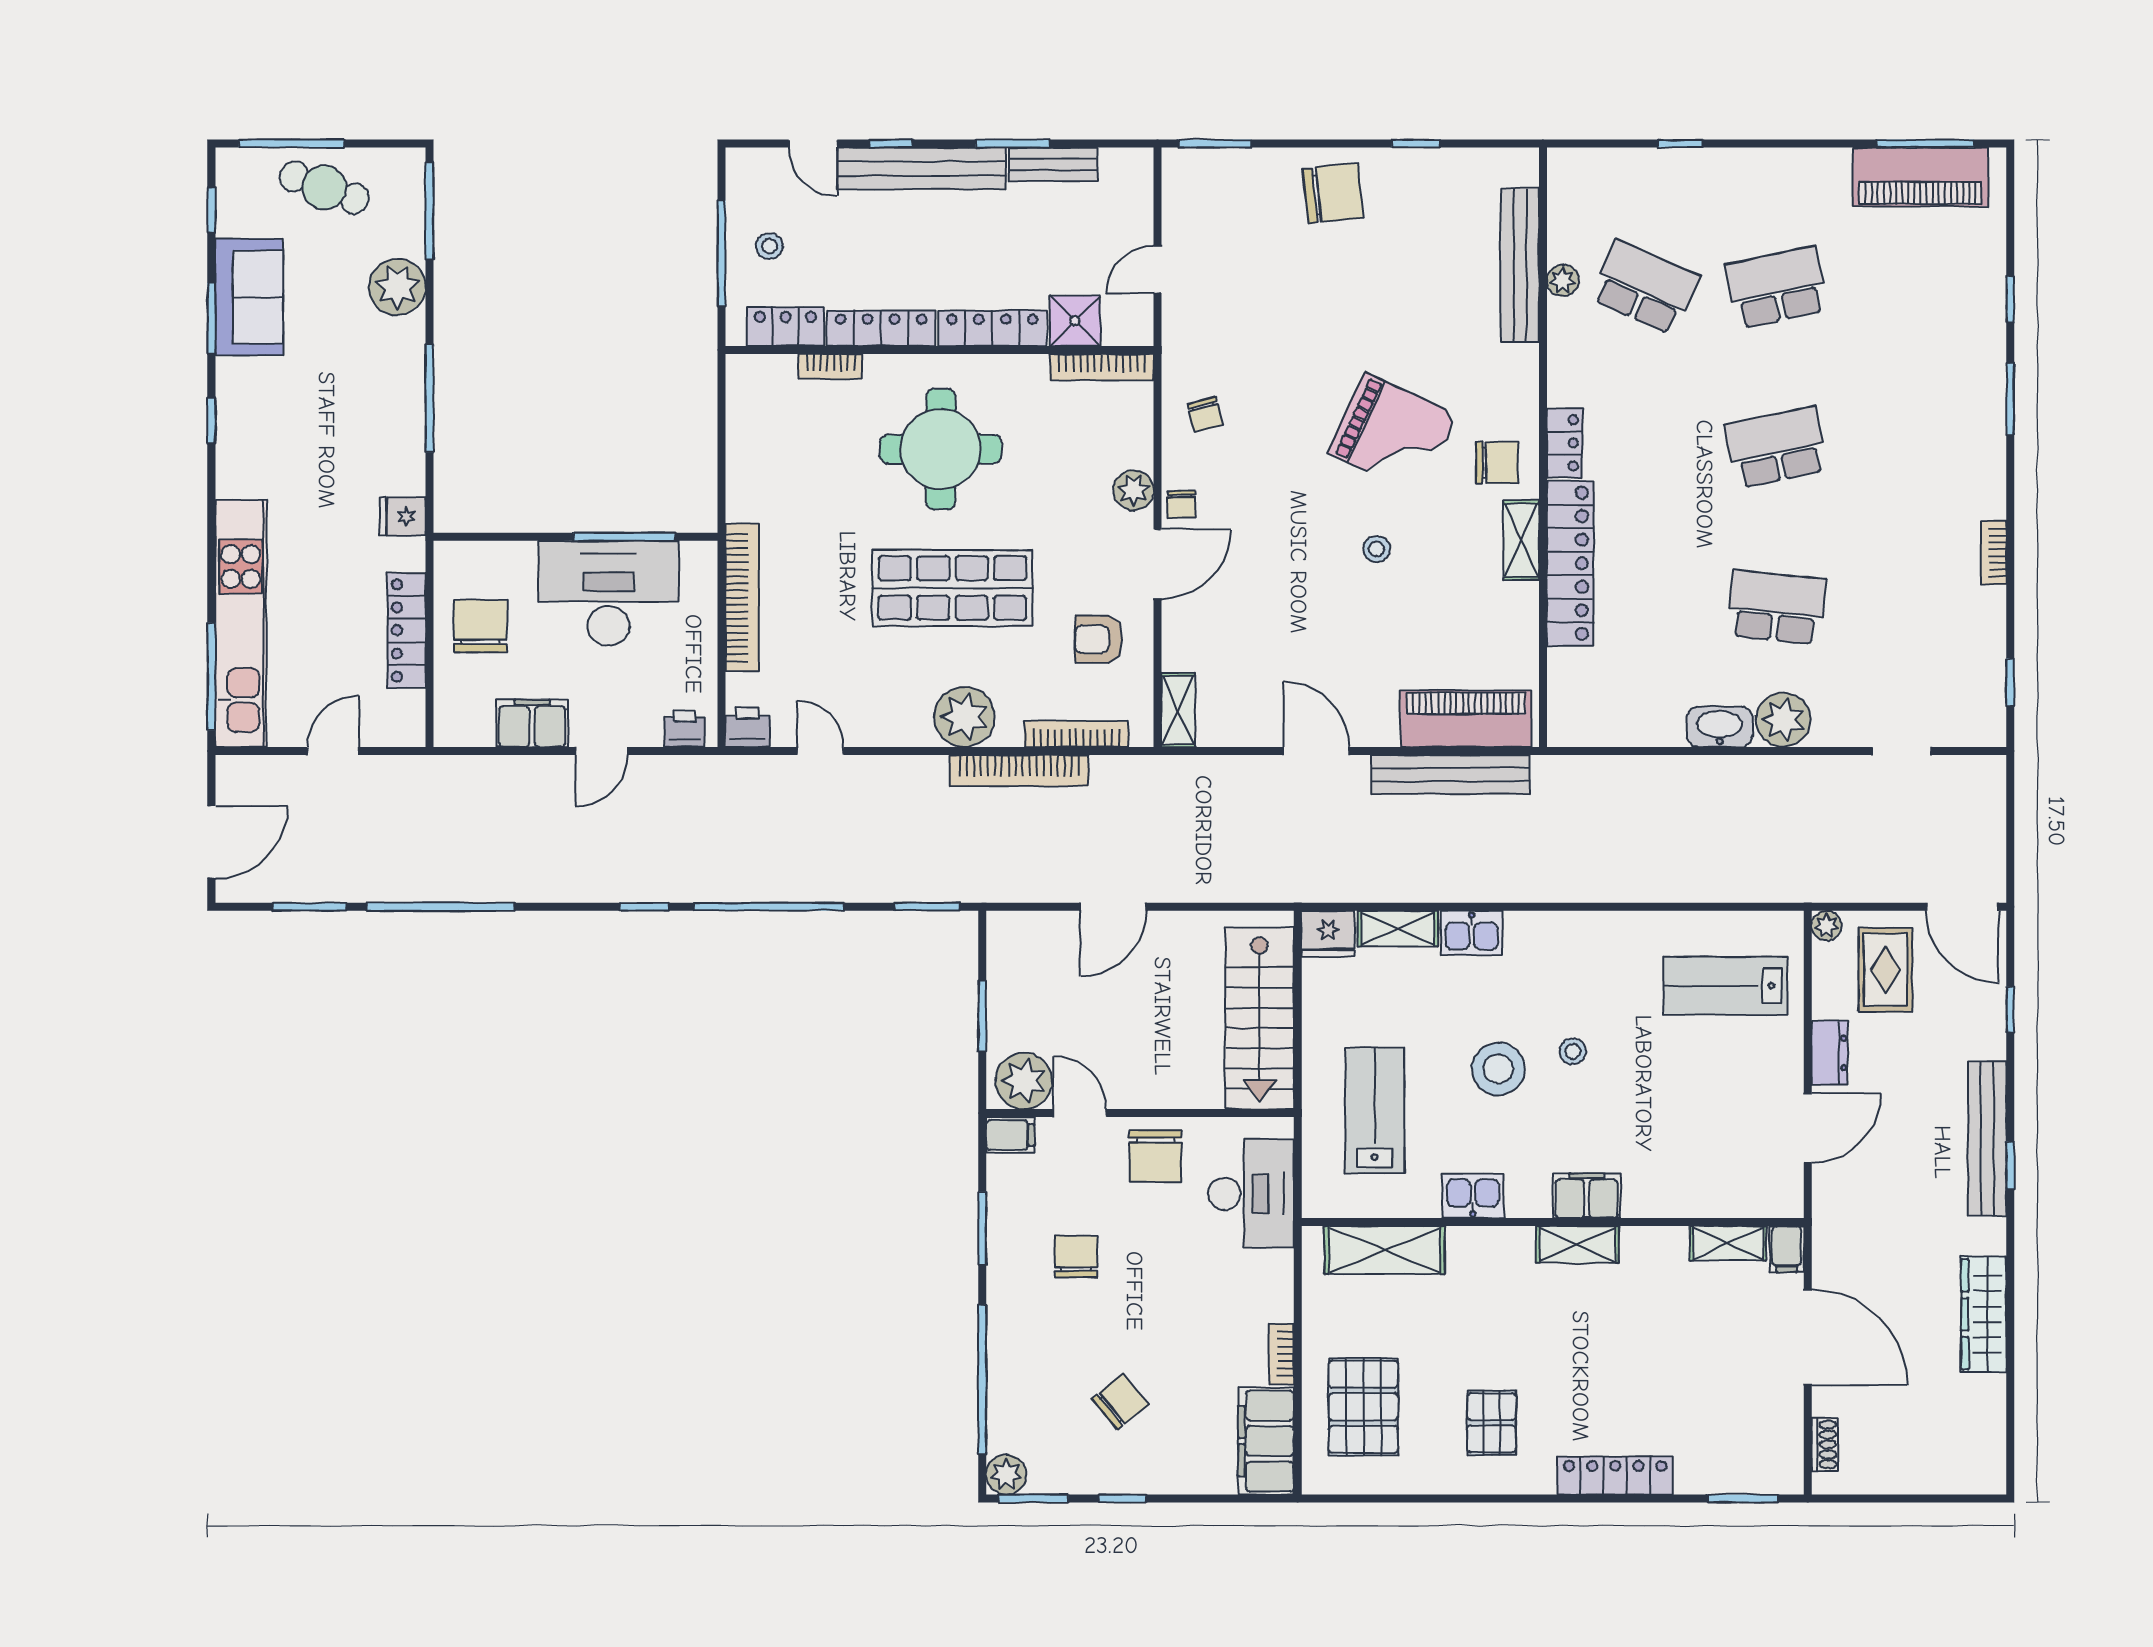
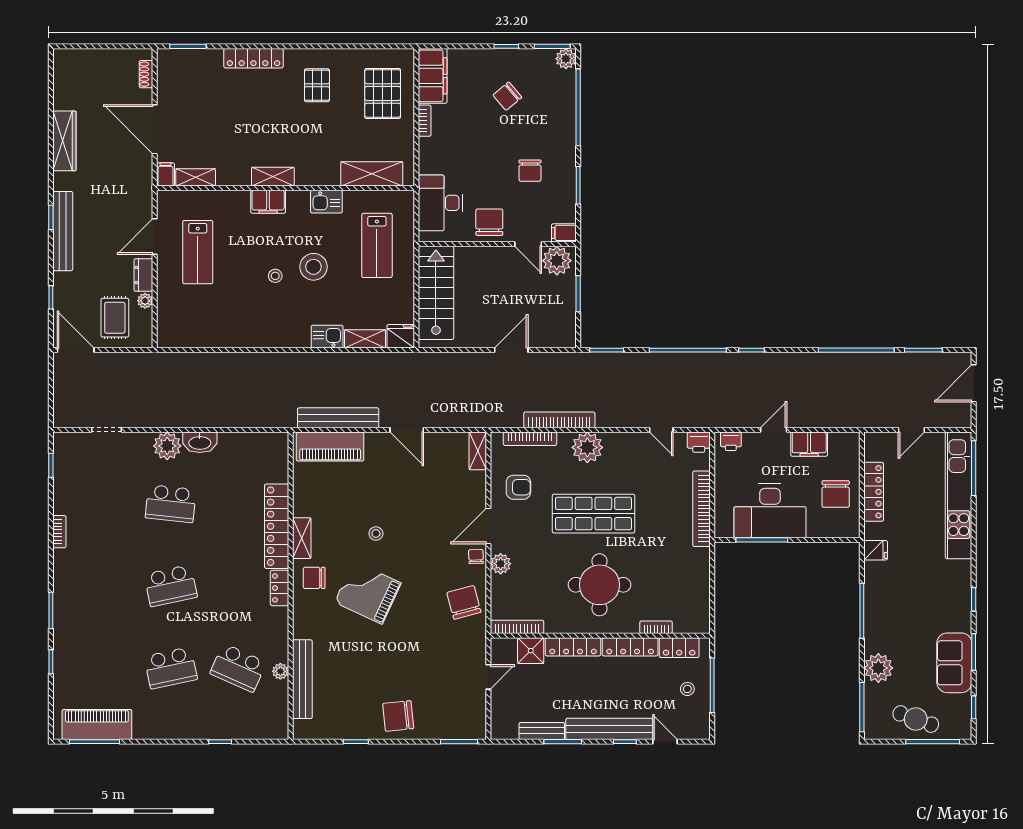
chair: (1205, 415) -> (464, 602), width x1.87, depth x1.87
plant: (1827, 926) -> (145, 301), moved
lab bench: (1725, 986) -> (198, 252), moved, turned 90

